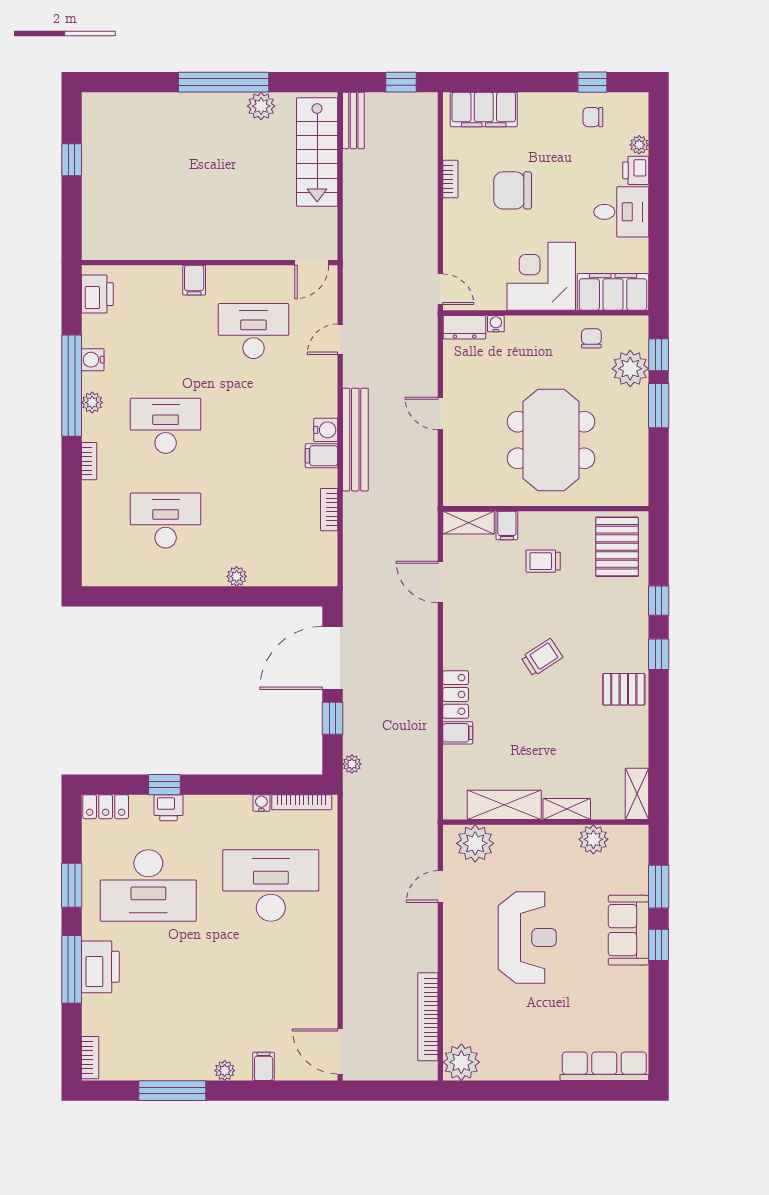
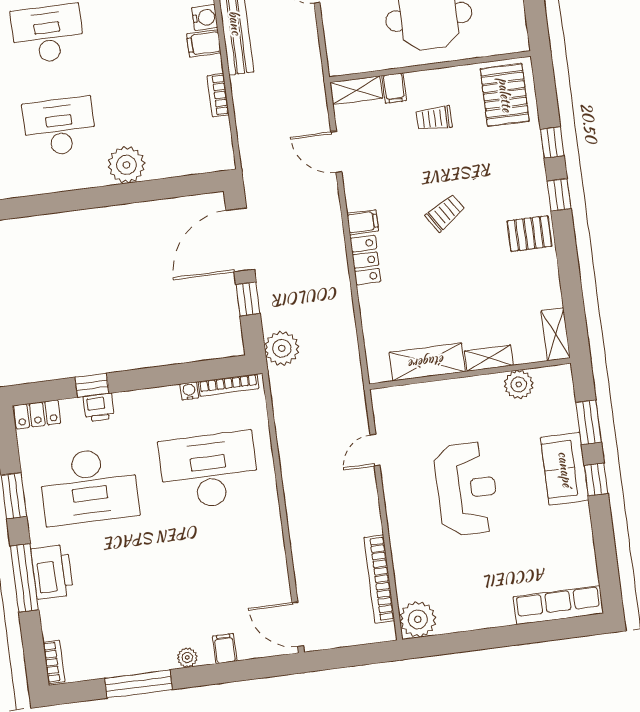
plant: (237, 576) -> (126, 165), width x1.87, depth x1.87
filing cabinet: (458, 733) -> (363, 222), moved
plant: (352, 764) -> (282, 348), width x1.87, depth x1.87
plant: (475, 843) -> (404, 403), removed

